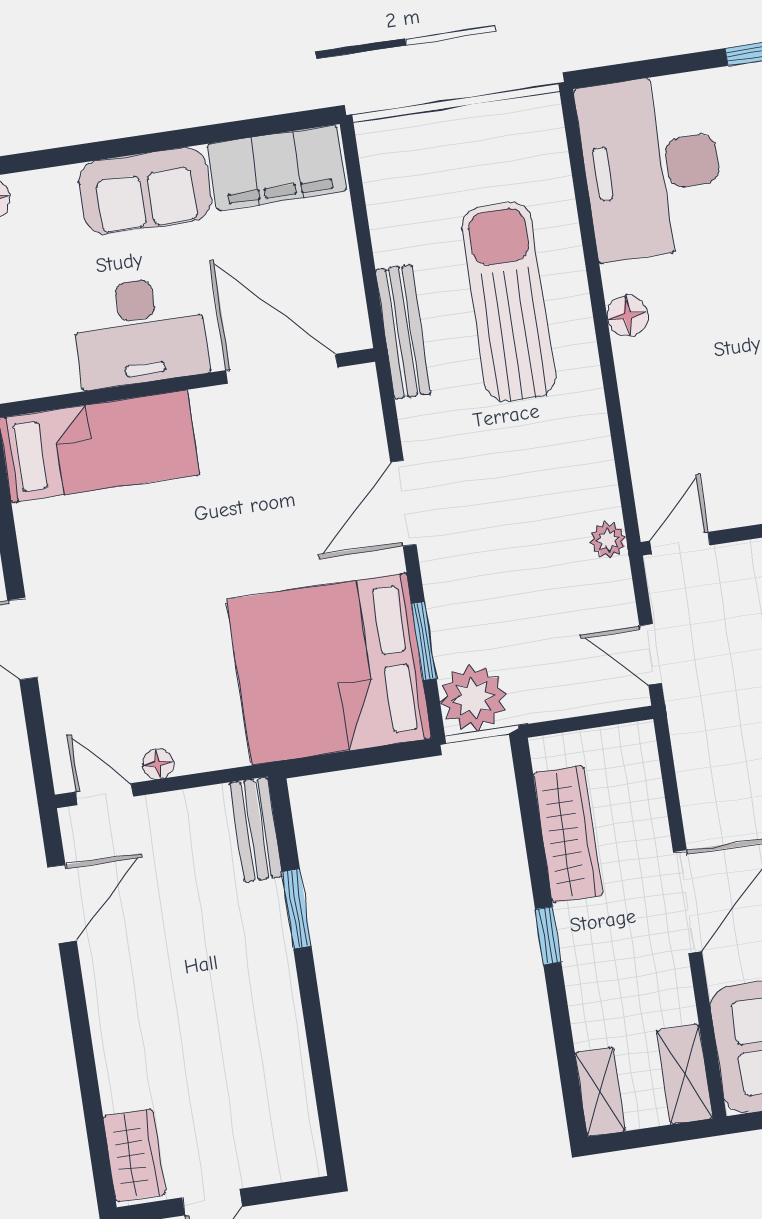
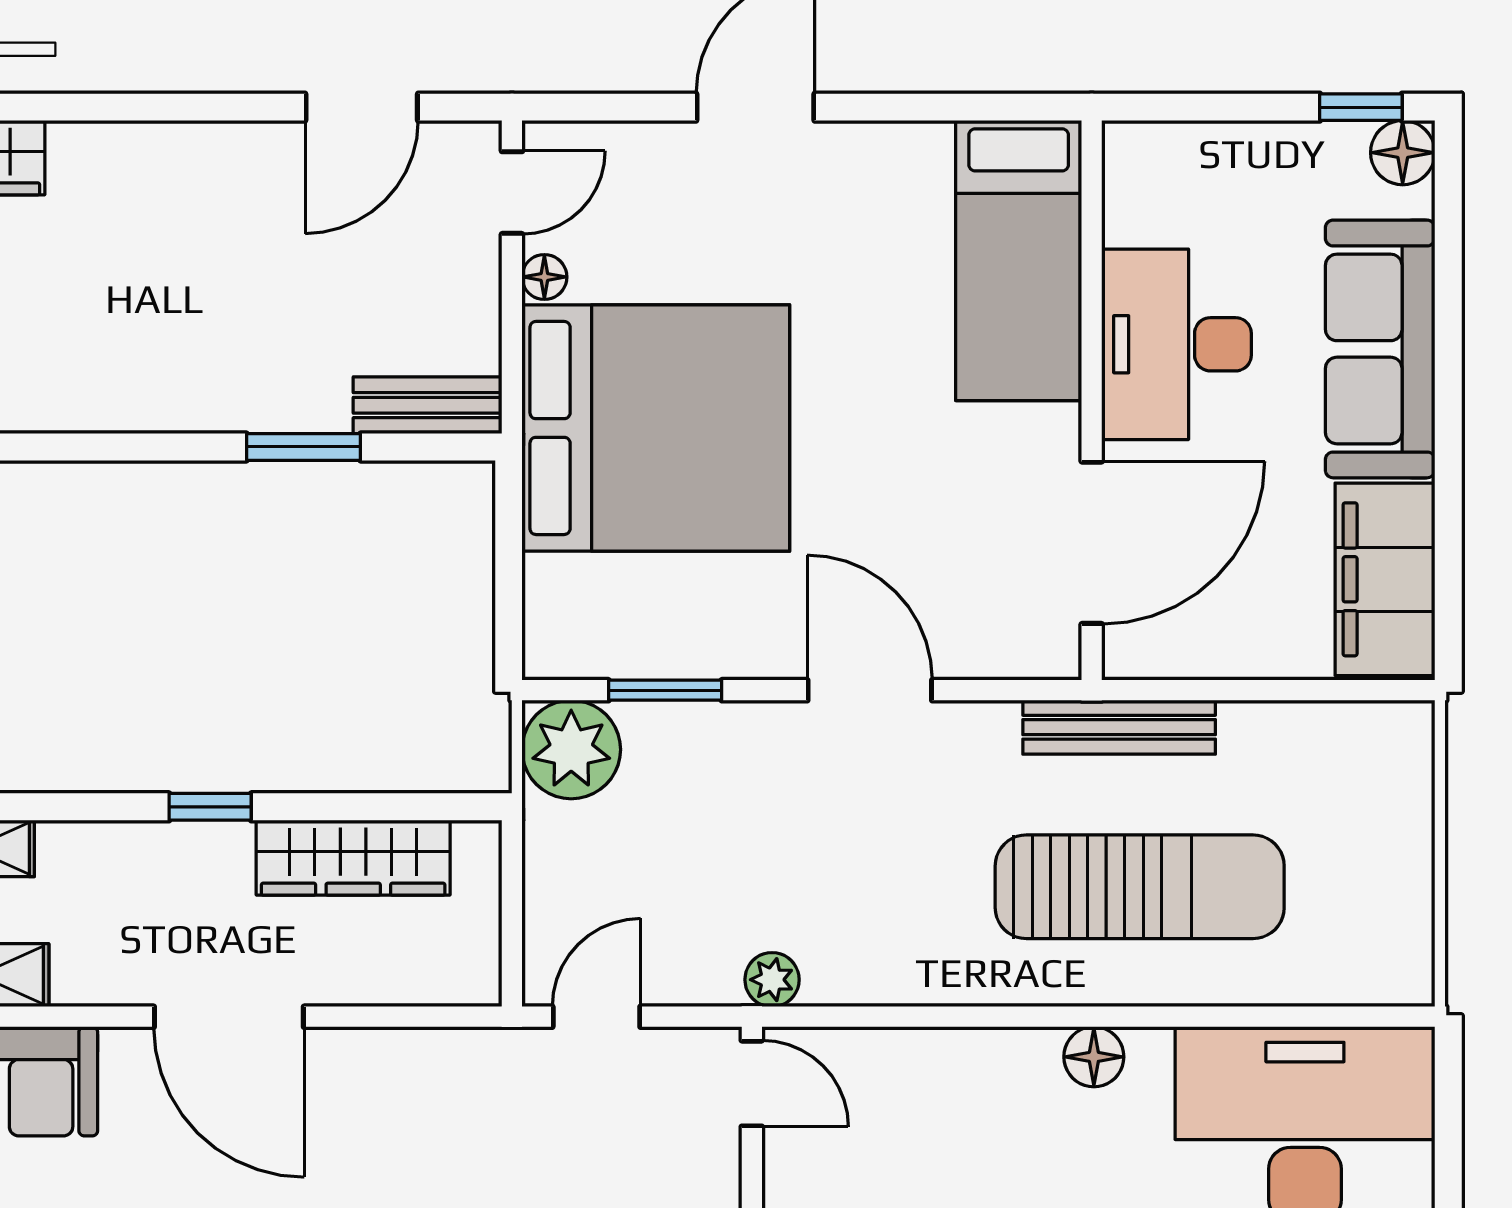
sofa: (145, 191) -> (1380, 349), width x1.36
bed: (329, 669) -> (656, 428), moved, turned 90
door: (62, 904) -> (362, 107), hinge flipped

